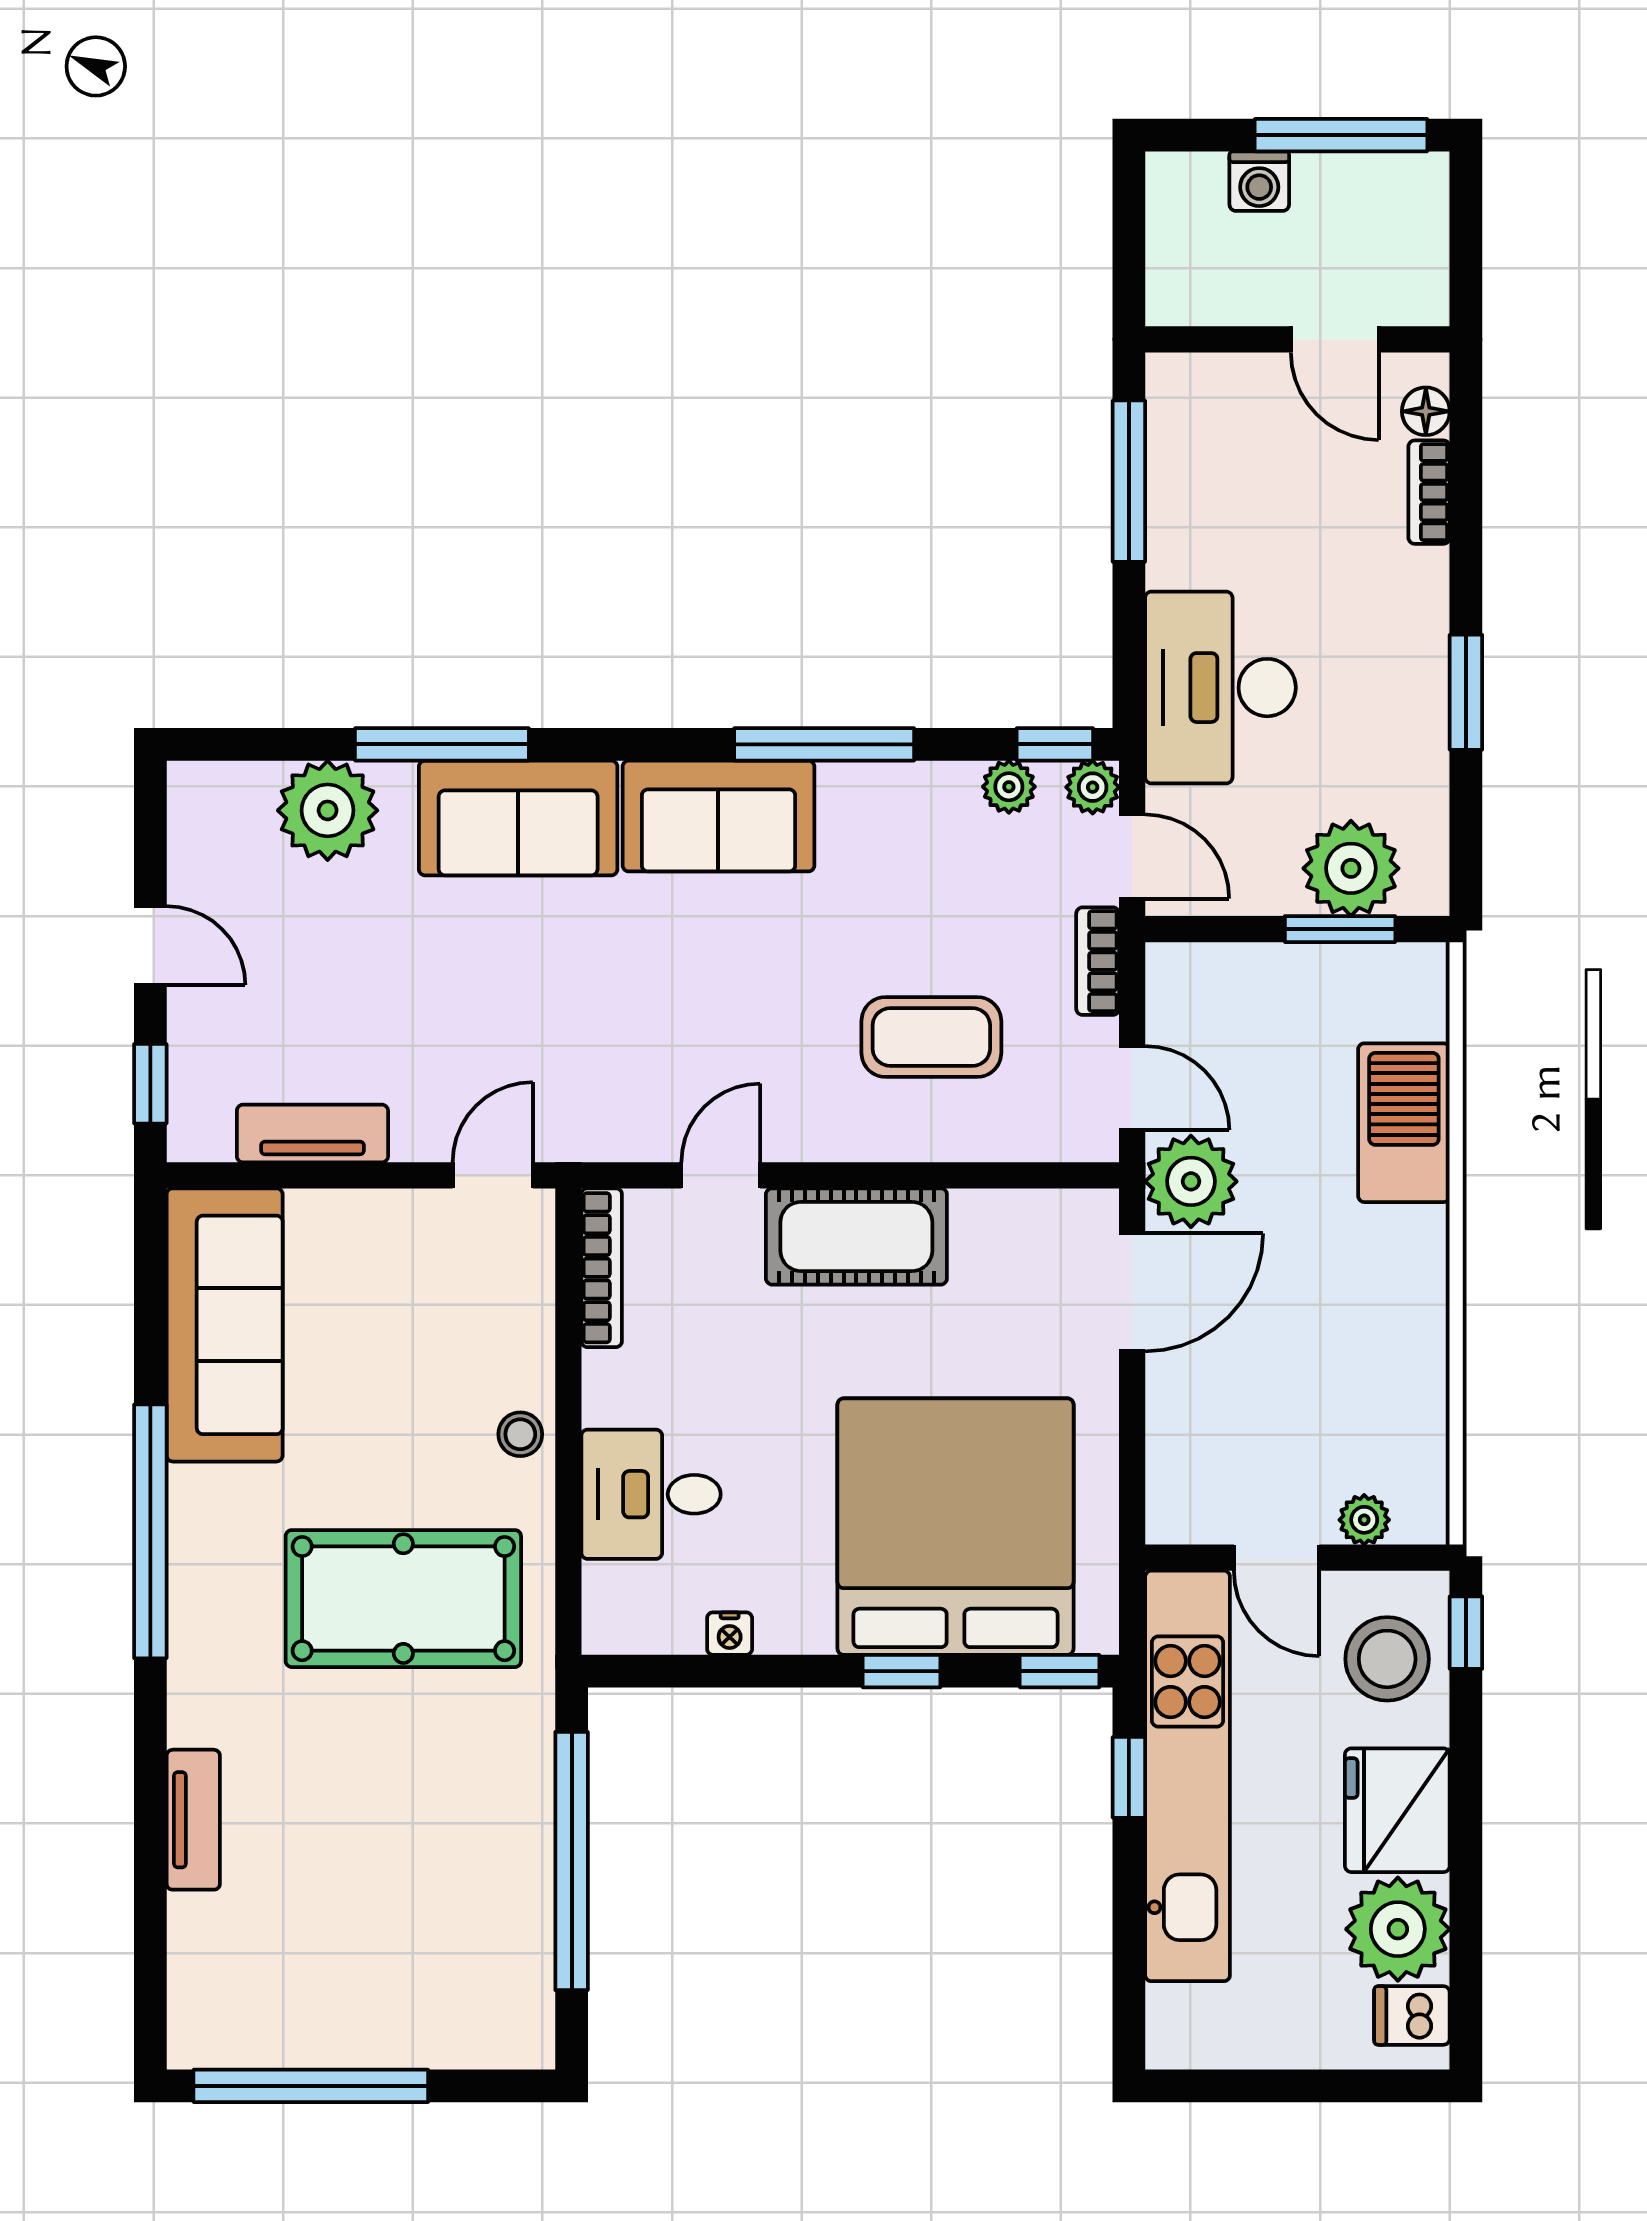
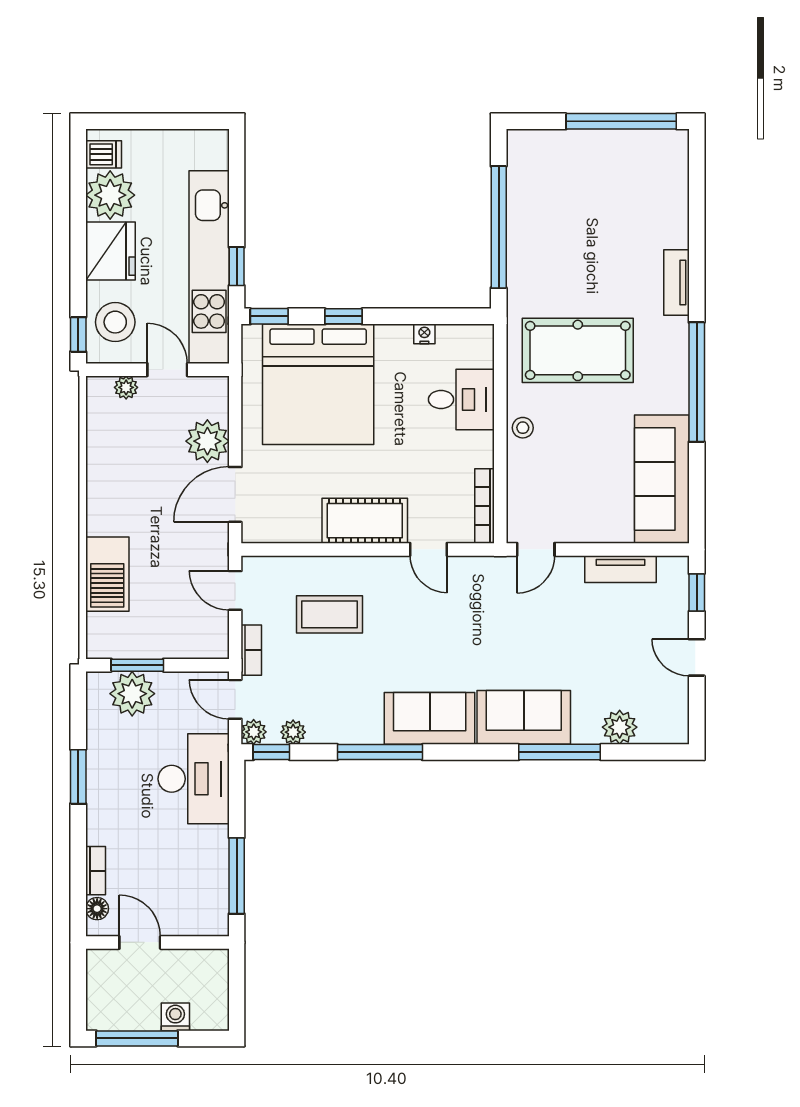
plant: (328, 810) -> (620, 727), width x0.73, depth x0.73
door: (721, 1175) -> (429, 549), hinge flipped
plant: (1191, 1181) -> (207, 441), moved
tv unit: (193, 1820) -> (677, 282), moved

